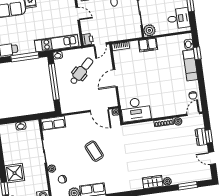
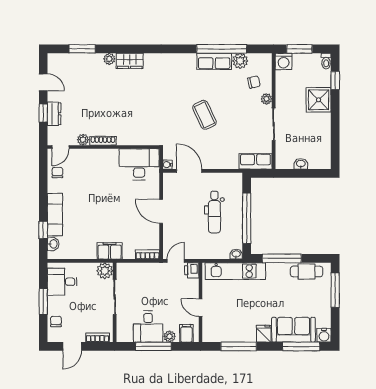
dental chair: (82, 71) -> (214, 212), moved, turned -46
door: (115, 78) -> (161, 211), swing flipped

